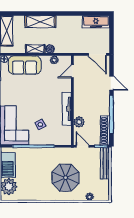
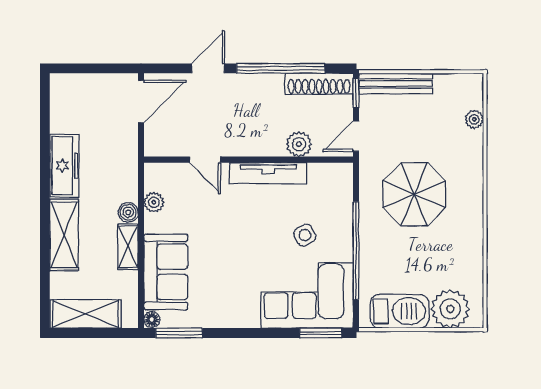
freezer: (96, 22) -> (64, 166), moved
door: (72, 71) -> (205, 160), moved
parasol: (66, 178) -> (414, 194), moved

